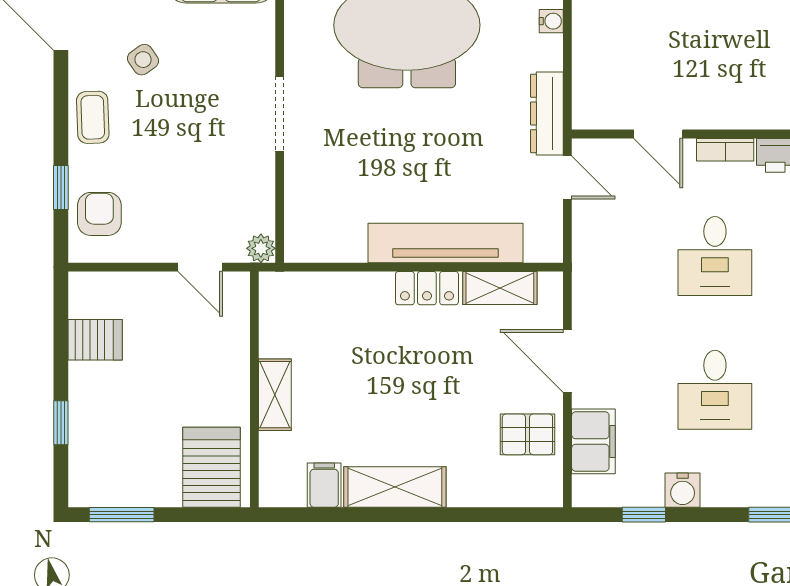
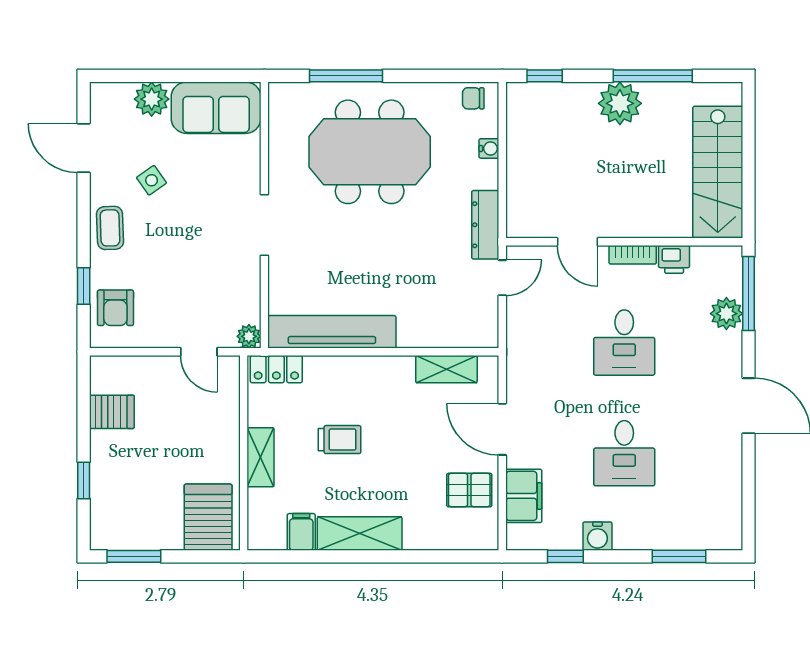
door: (567, 178) -> (502, 278), hinge flipped
armchair: (99, 214) -> (115, 308), turned 180
tv unit: (446, 243) -> (332, 332), moved
locker: (427, 288) -> (276, 369), moved
trolley: (370, 373) -> (340, 440), added

